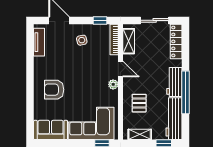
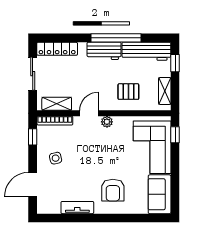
tv unit: (39, 42) -> (77, 208), moved

